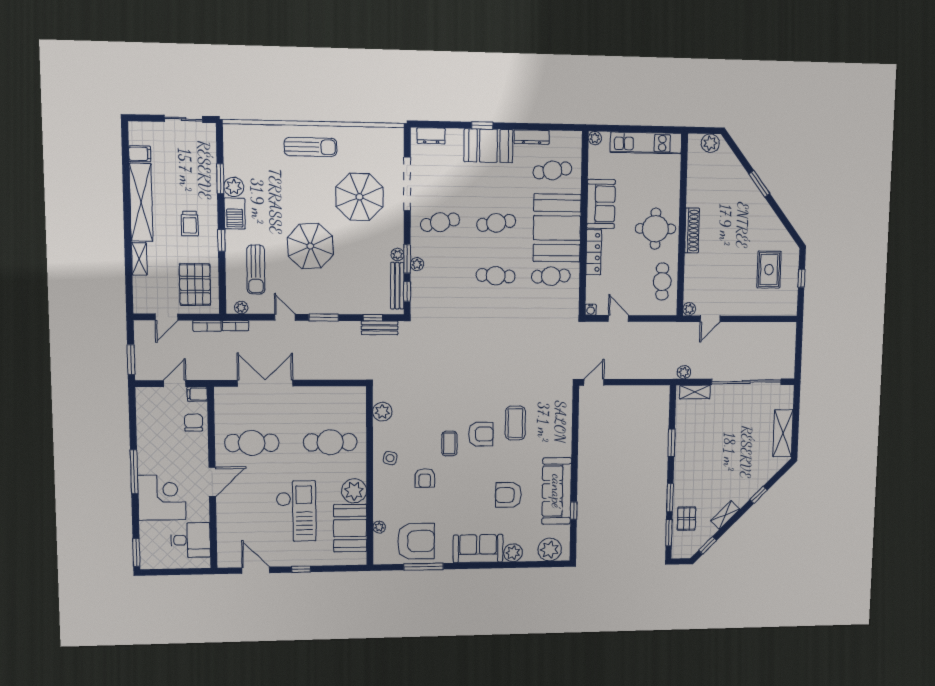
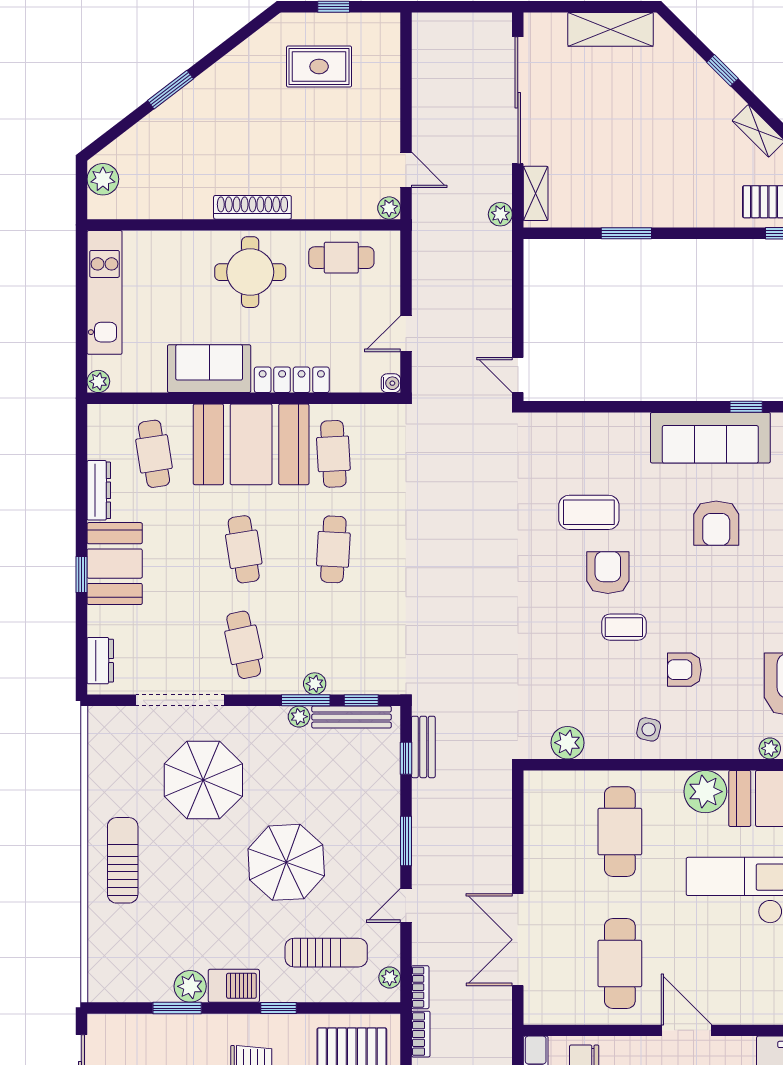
armchair: (425, 478) -> (684, 670), turned 180
window: (670, 498) -> (725, 233), removed

